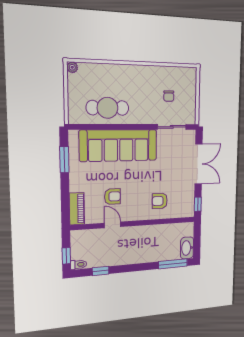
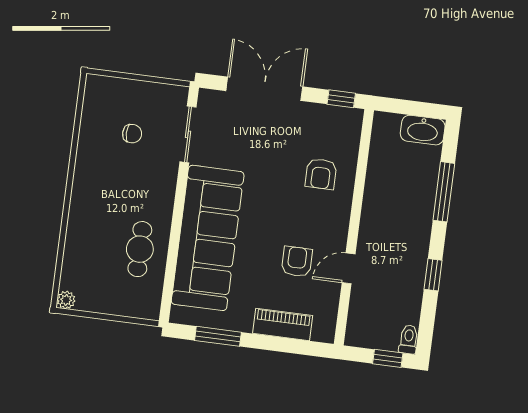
cafe table: (107, 108) -> (140, 249), width x0.73, depth x0.74
piano: (77, 209) -> (283, 324), moved
window: (173, 264) -> (444, 192), moved
window: (101, 271) -> (433, 275), moved

